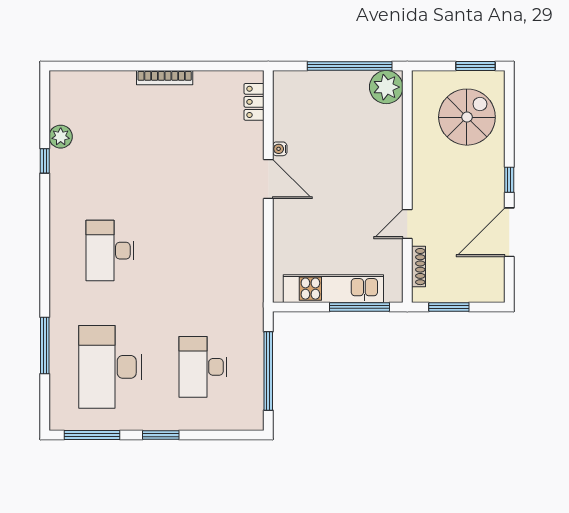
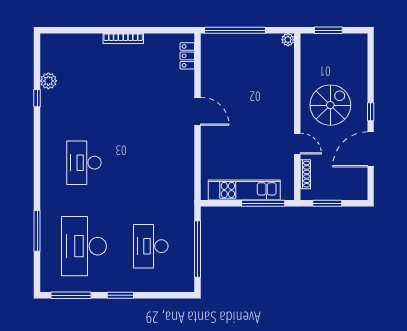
window: (350, 66) -> (235, 30), moved
window: (476, 66) -> (328, 30), moved
plant: (386, 87) -> (288, 40), width x0.53, depth x0.53
spiral stairs: (467, 117) -> (330, 105), moved
water cooler: (280, 149) -> (206, 90), removed
door: (407, 224) -> (297, 144), swing flipped

